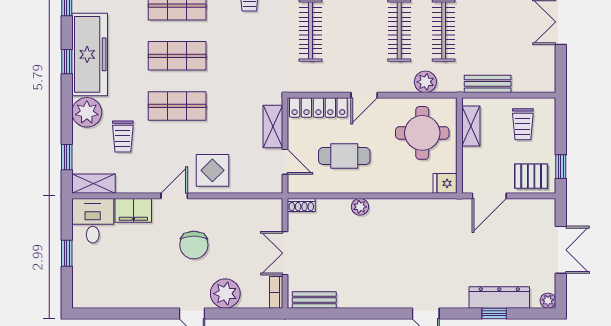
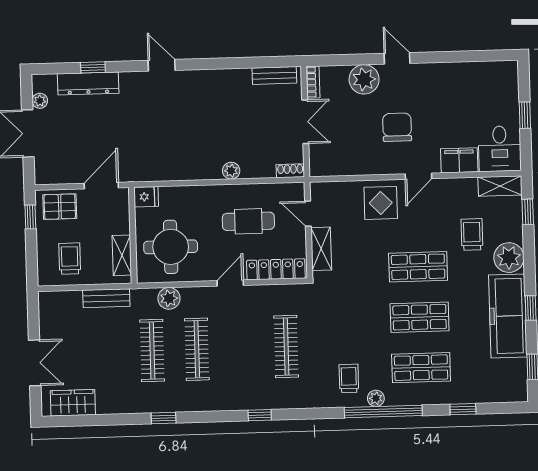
plant: (548, 301) -> (40, 101), moved

